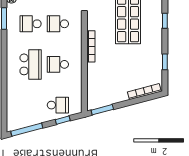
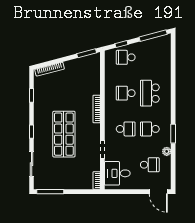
school desk: (31, 24) -> (150, 129), turned 180
school desk: (58, 64) -> (126, 93), turned 180

